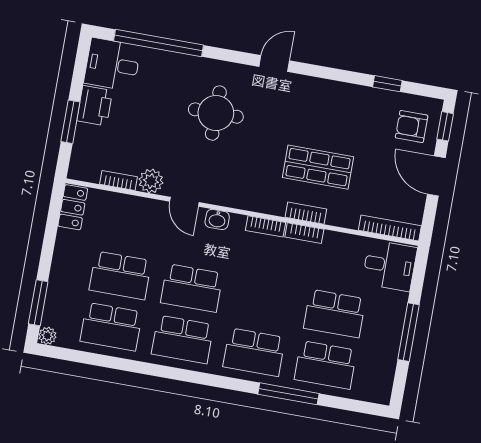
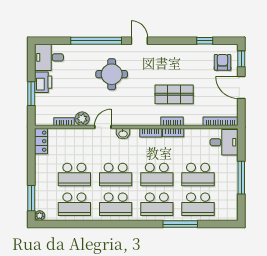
window: (158, 43) -> (96, 41), moved
door: (274, 64) -> (139, 41), hinge flipped
armchair: (412, 127) -> (222, 62), turned 90
door: (184, 202) -> (103, 127), swing flipped
school desk: (263, 301) -> (157, 175), added

